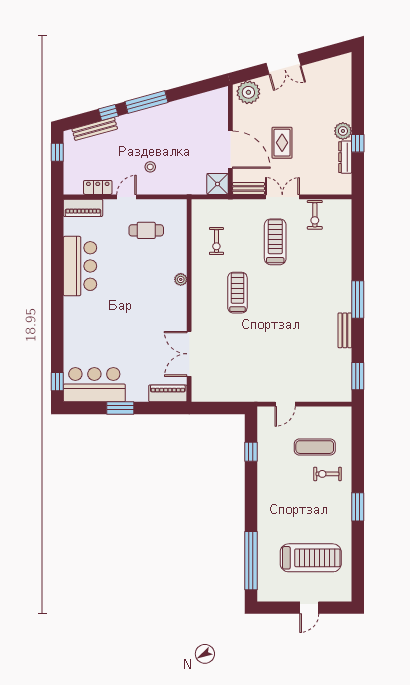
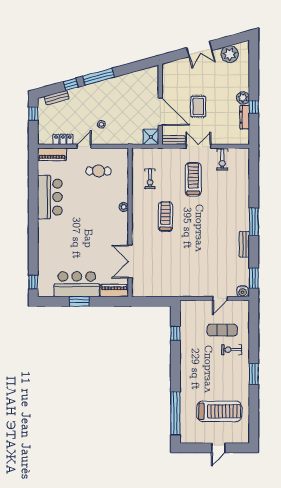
plant: (248, 92) -> (230, 54), moved
bench: (95, 129) -> (57, 98), width x0.73
bar counter: (94, 385) -> (77, 284), moved
water cooler: (343, 394) -> (243, 291), added
door: (285, 404) -> (220, 298), moved

